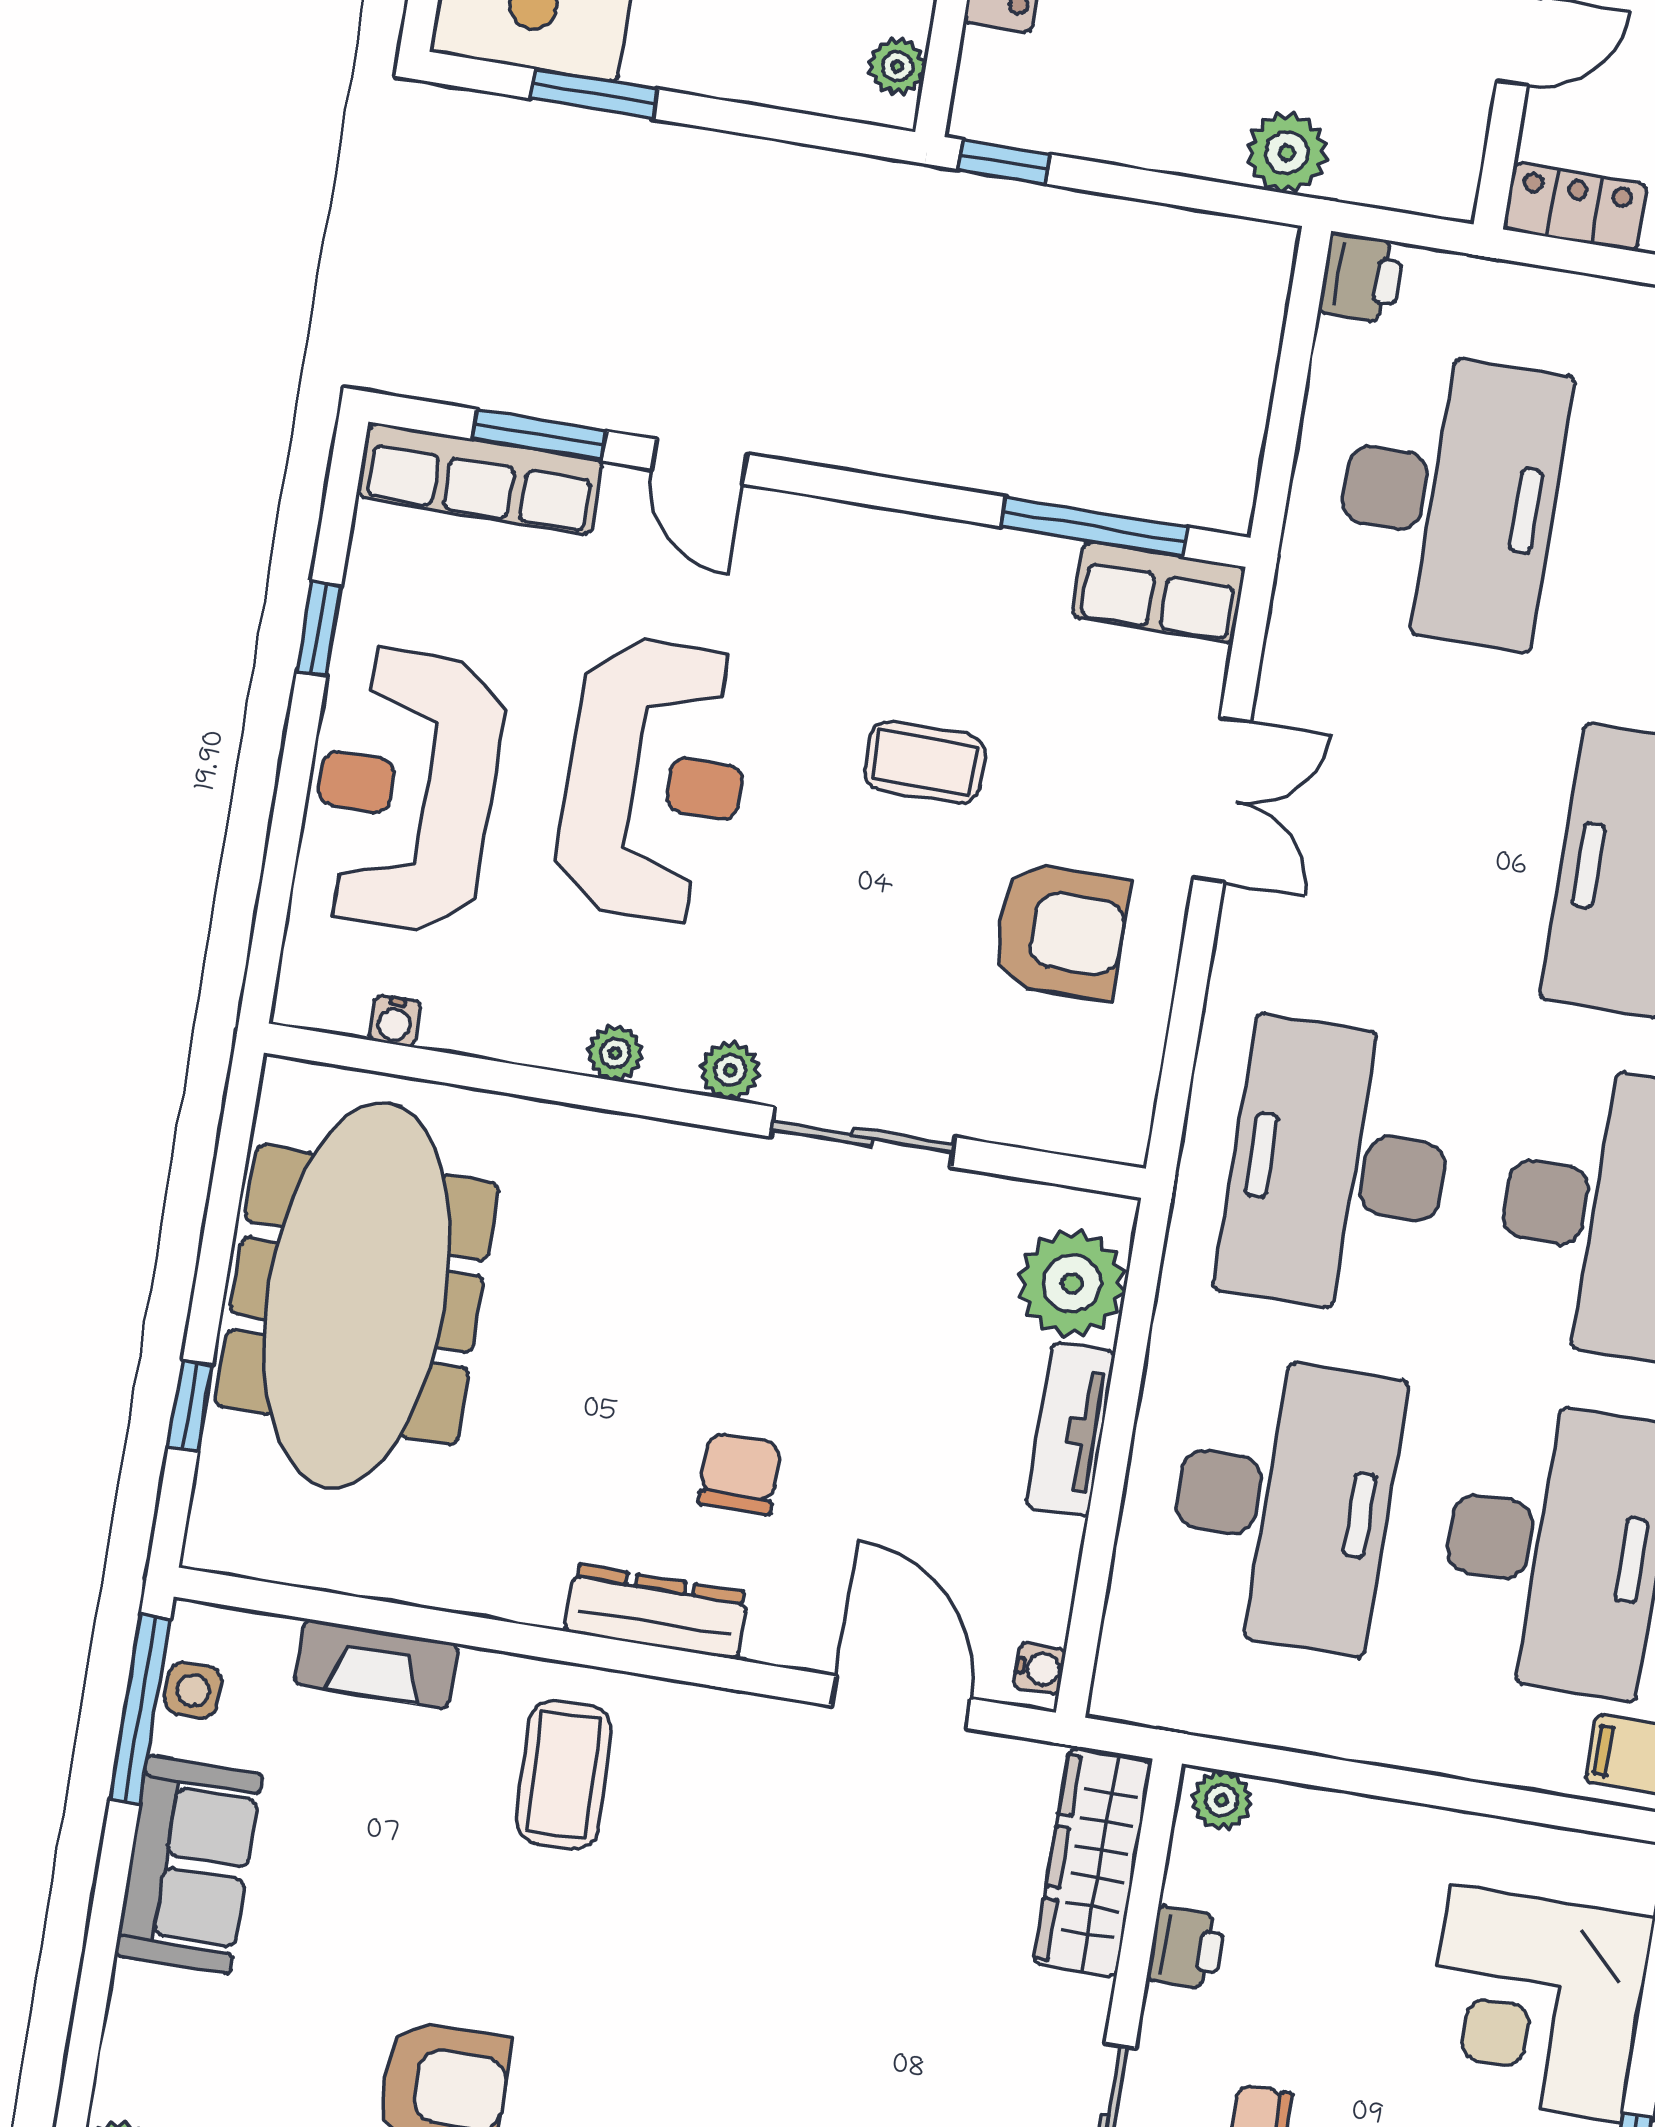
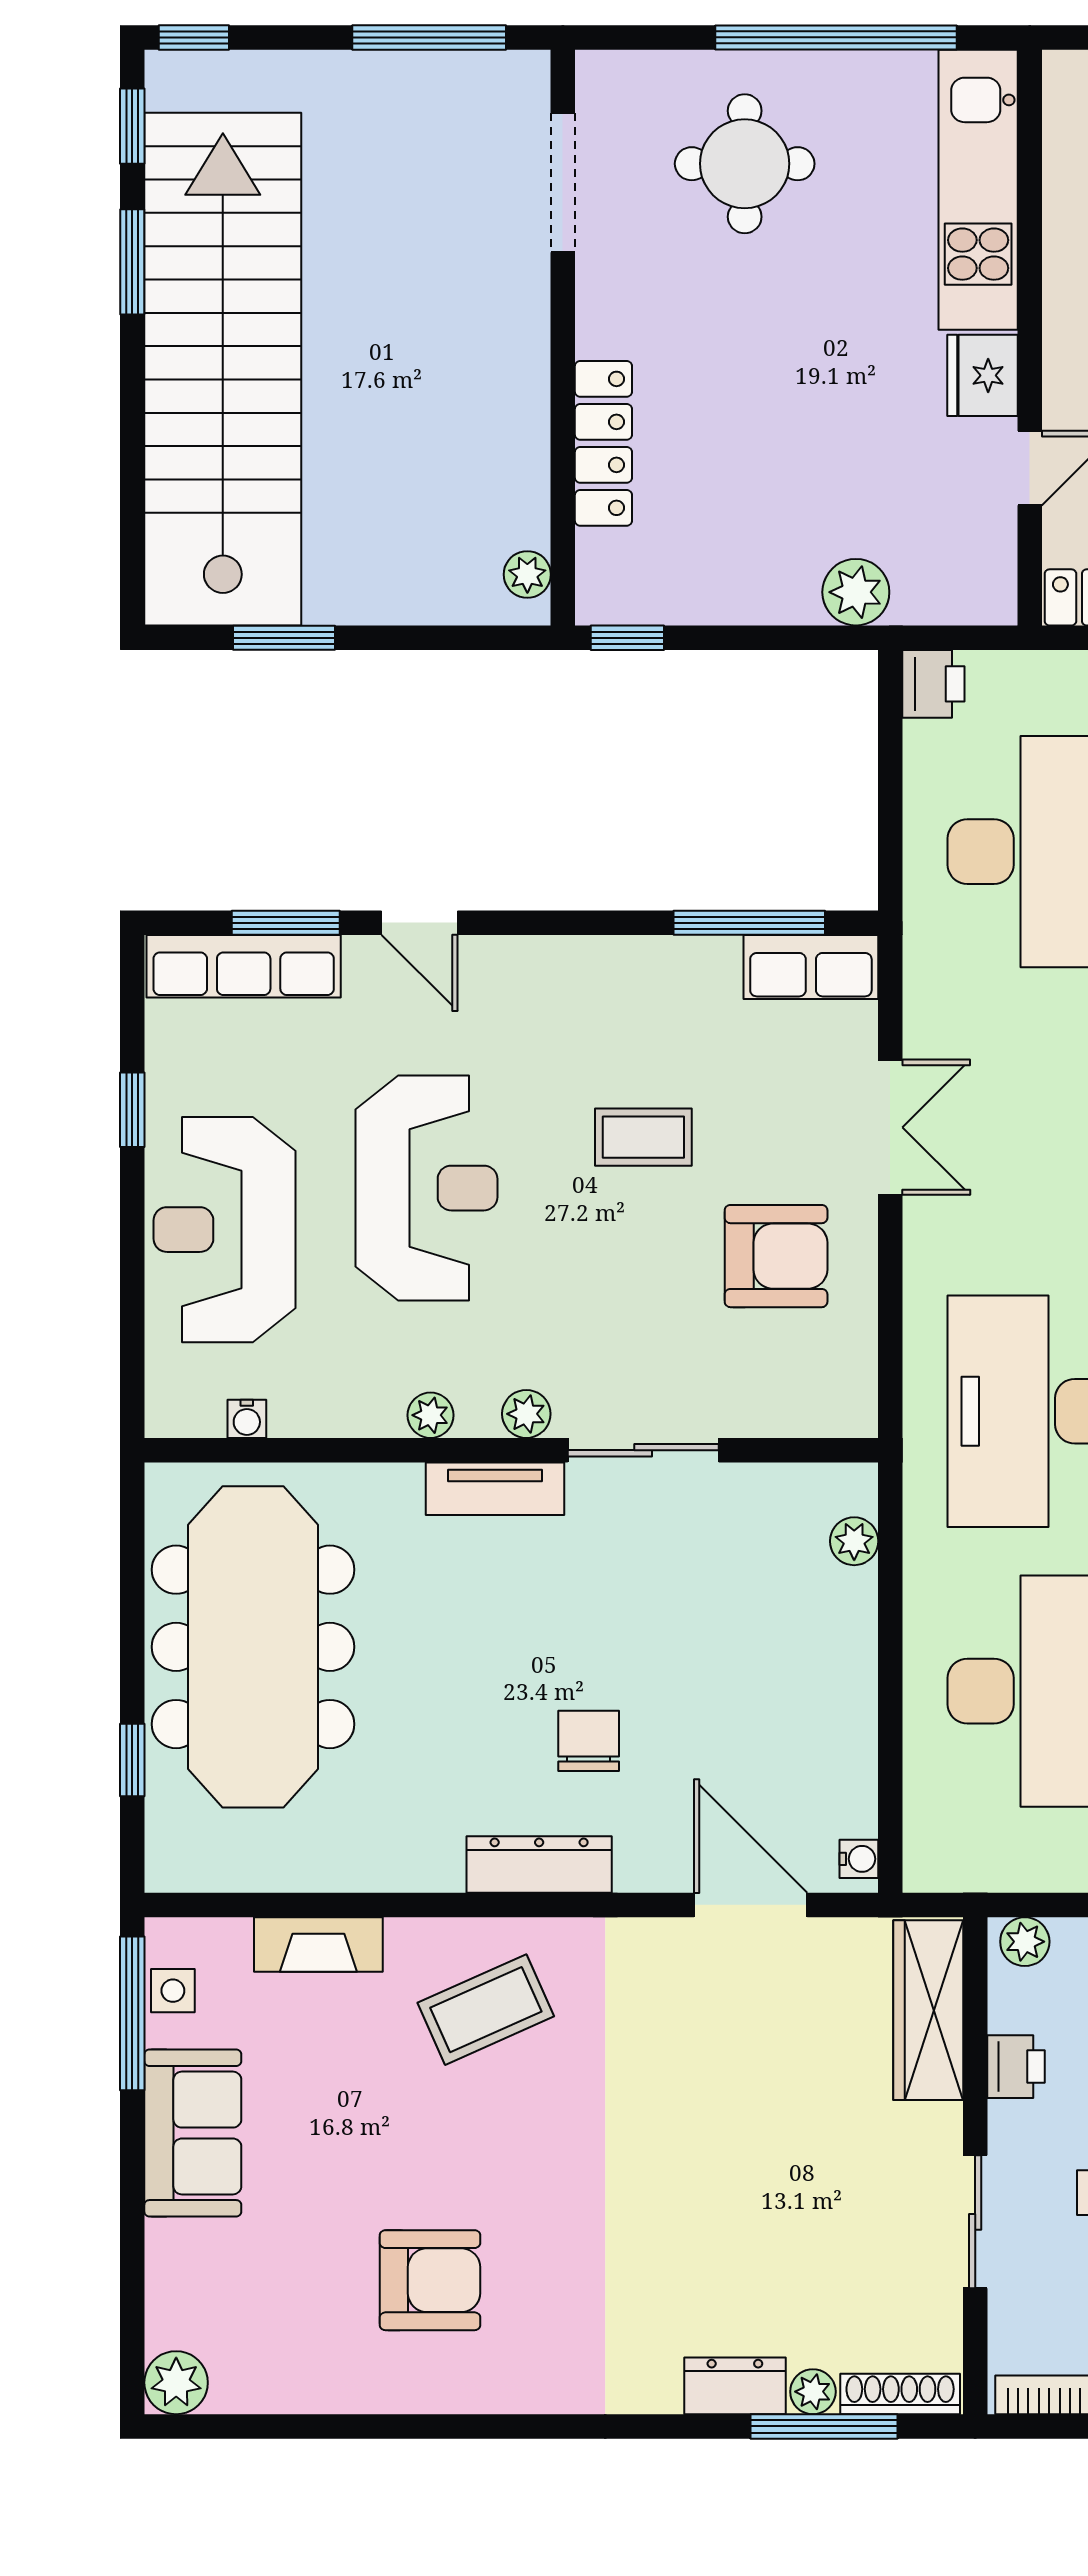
plant: (1072, 1283) -> (854, 1541), width x0.53, depth x0.53
tv unit: (1071, 1429) -> (495, 1489), moved, turned -90
coffee table: (564, 1775) -> (486, 2010), turned 68

